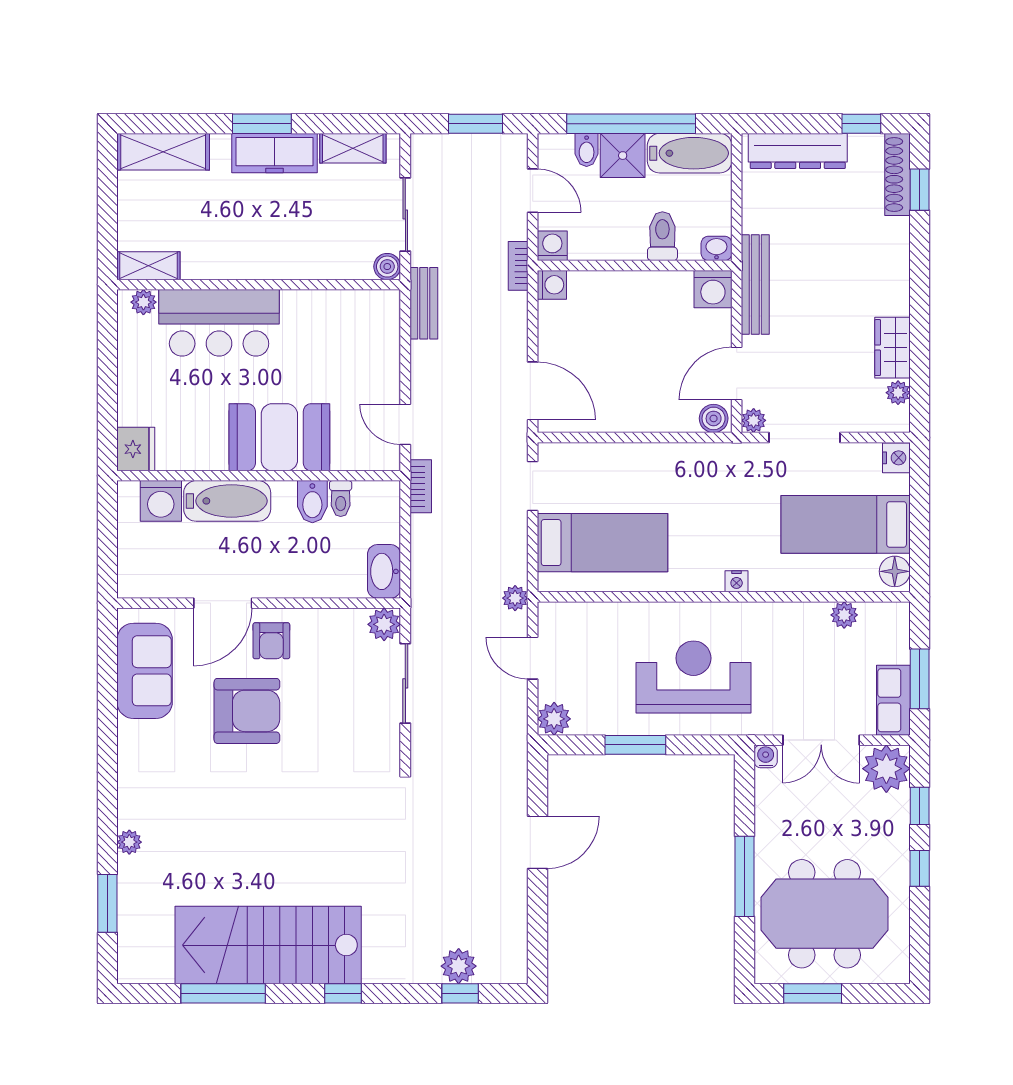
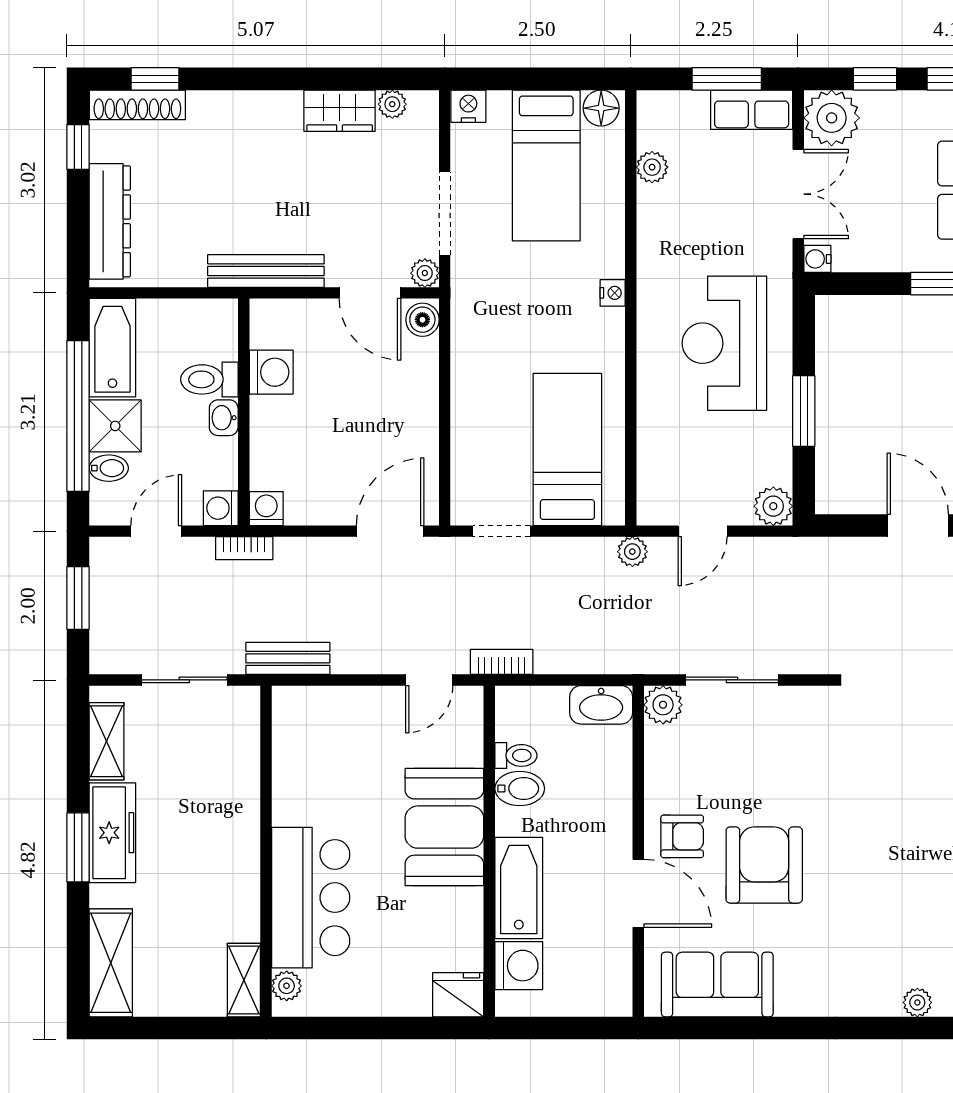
washbasin: (716, 248) -> (224, 418), moved
boiler: (387, 267) -> (245, 701), removed
washing machine: (713, 289) -> (271, 372), moved

